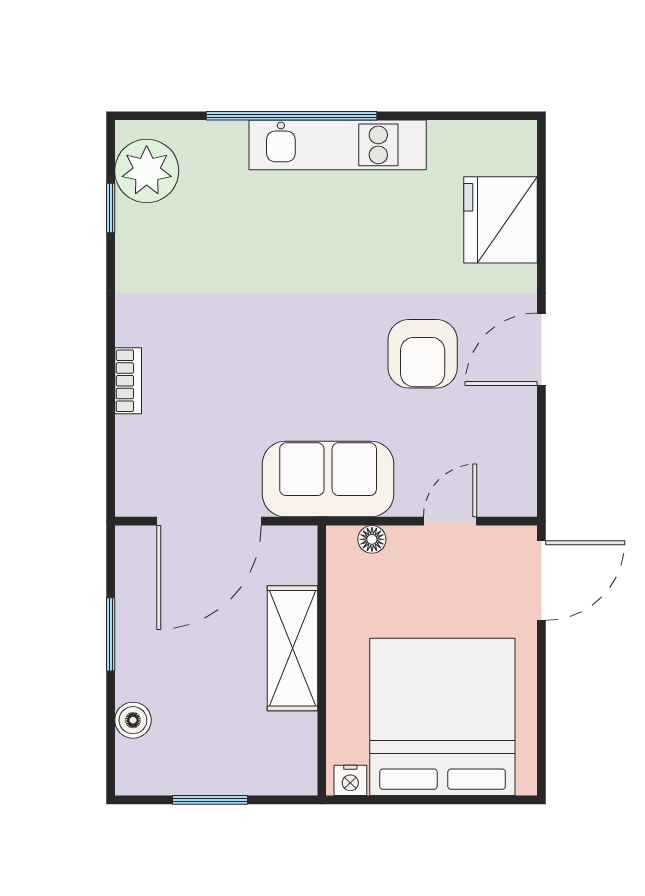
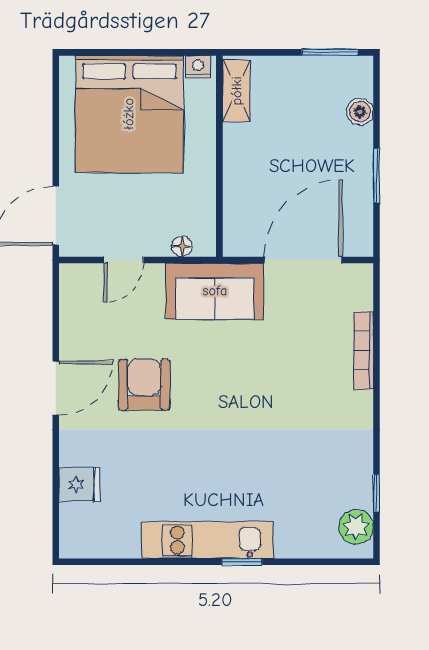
window: (291, 116) -> (242, 562), width x0.32
plant: (147, 171) -> (356, 527), width x0.73, depth x0.73
fridge: (500, 220) -> (79, 484), width x0.53, depth x0.75
bookcase: (128, 381) -> (364, 351), width x1.56
shelving: (292, 648) -> (237, 91), moved, width x0.67, depth x0.75
window: (210, 800) -> (330, 52), moved

